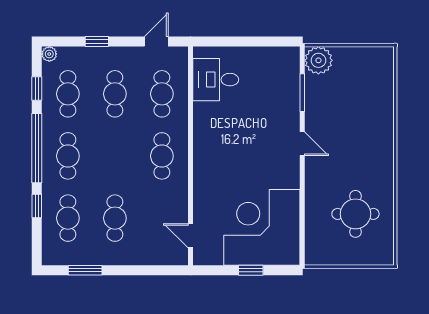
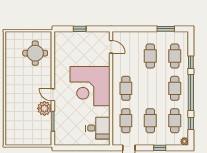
plant: (318, 60) -> (44, 108), moved
round table: (355, 214) -> (35, 53), moved
corner desk: (262, 227) -> (90, 86), moved, turned 90

